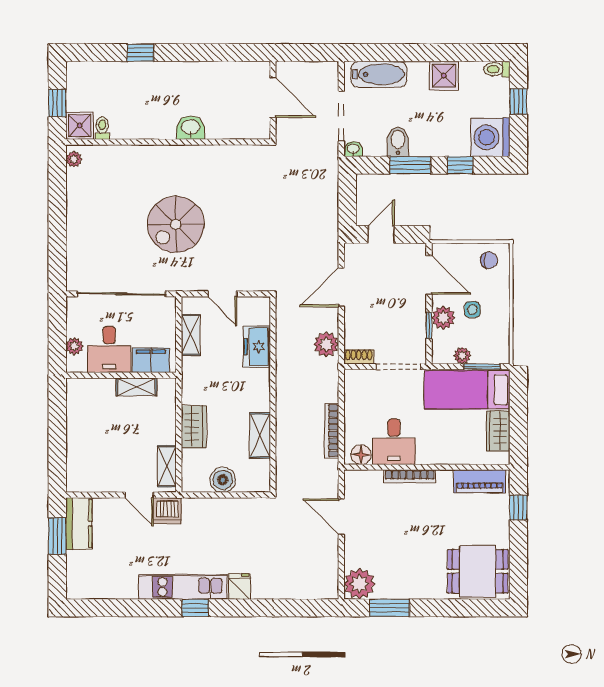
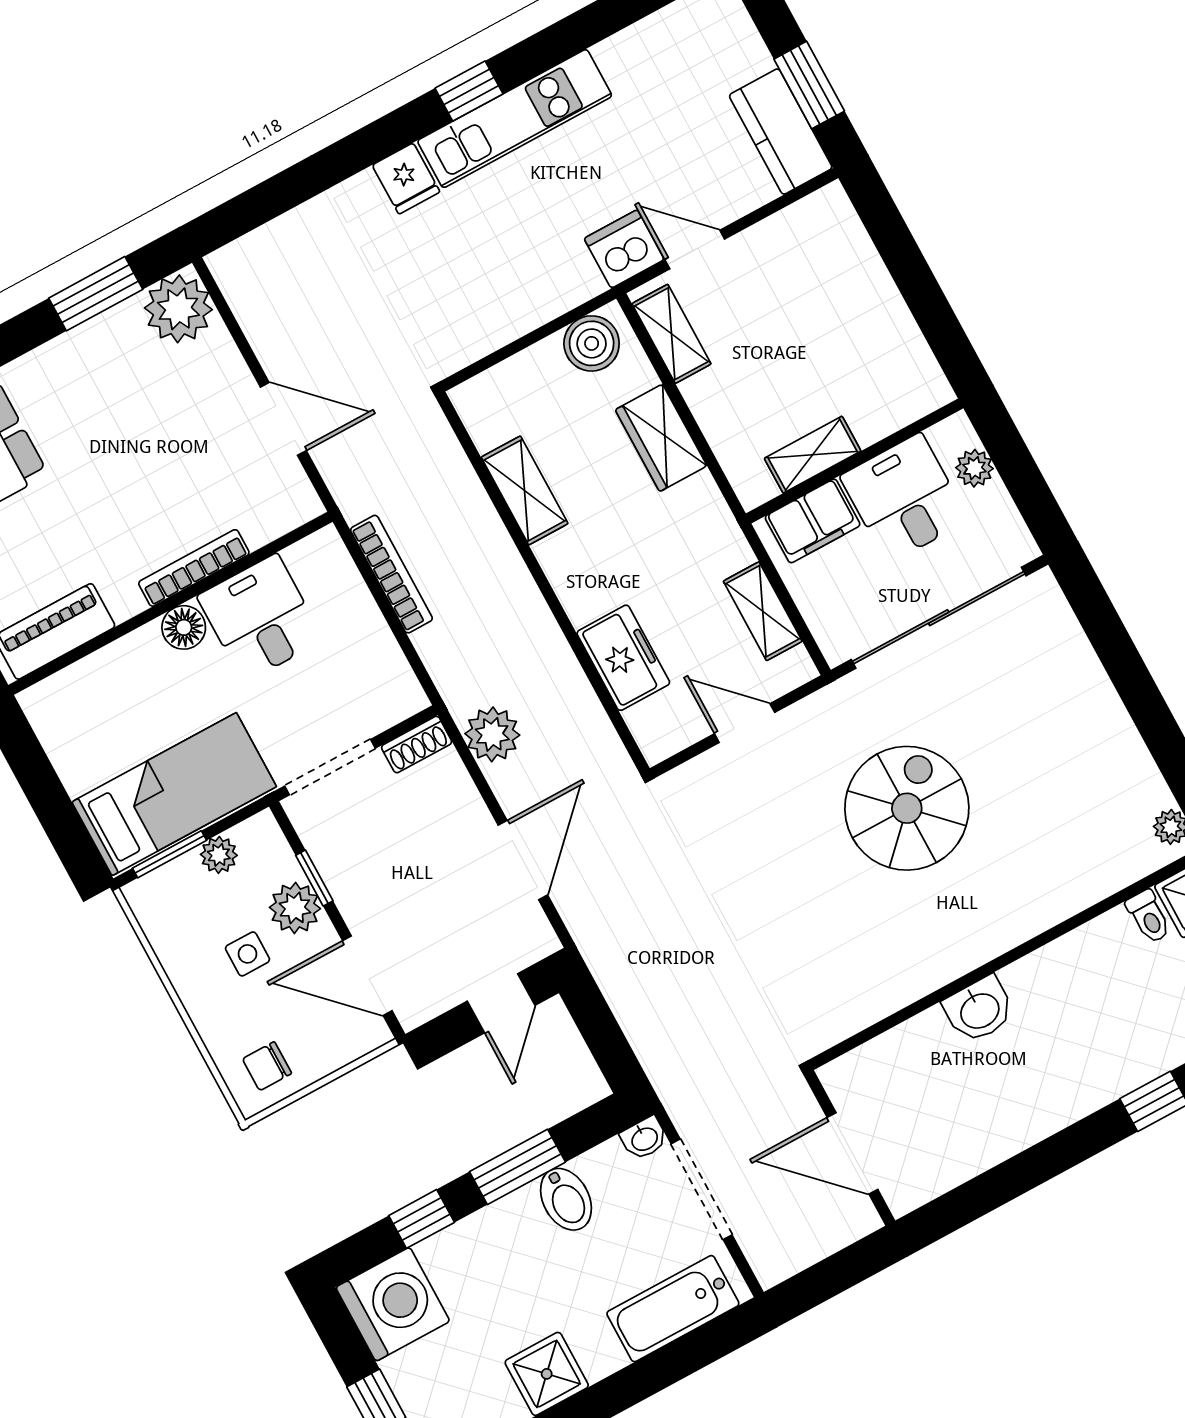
wardrobe: (498, 431) -> (71, 747), removed
floor lamp: (361, 455) -> (184, 627), moved
boiler: (223, 480) -> (592, 343), moved

